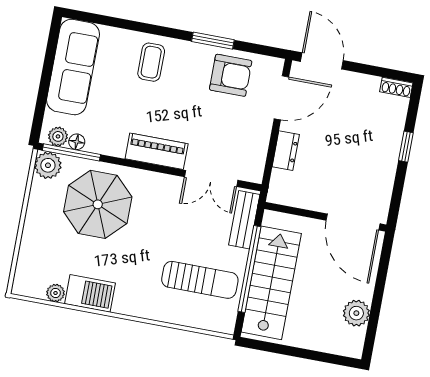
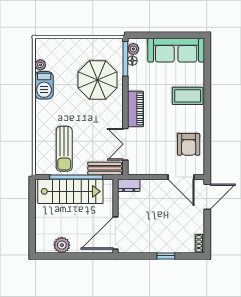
window: (213, 41) -> (207, 130), removed
coffee table: (151, 62) -> (188, 96), width x1.36, depth x1.30
dresser: (286, 151) -> (129, 185), moved
plant: (48, 165) -> (115, 46), removed

